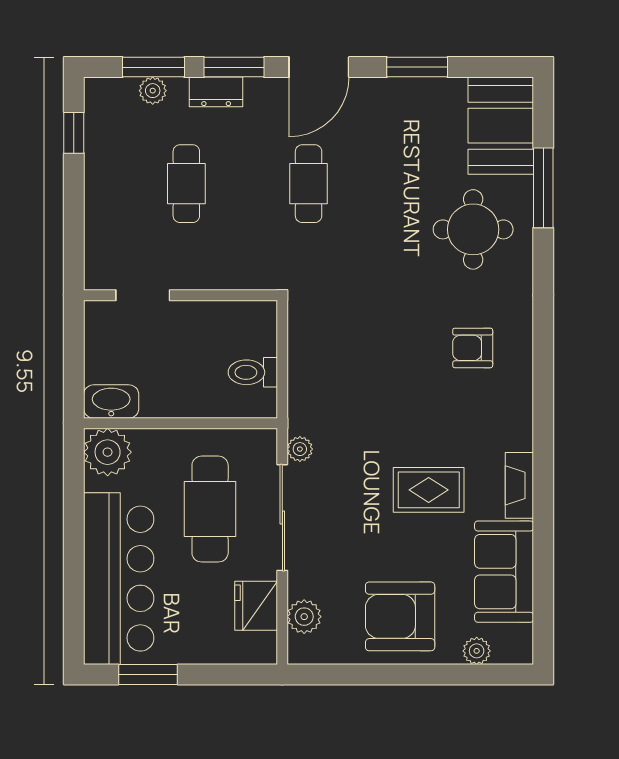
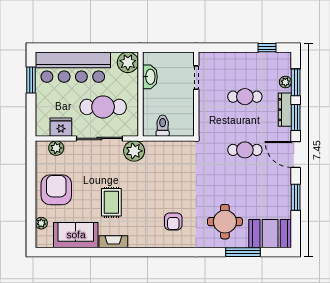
dresser: (216, 92) -> (285, 110), width x1.44
armchair: (473, 348) -> (173, 221), turned 180
washbasin: (111, 402) -> (150, 77), moved
plant: (300, 449) -> (134, 151), width x1.88, depth x1.88

